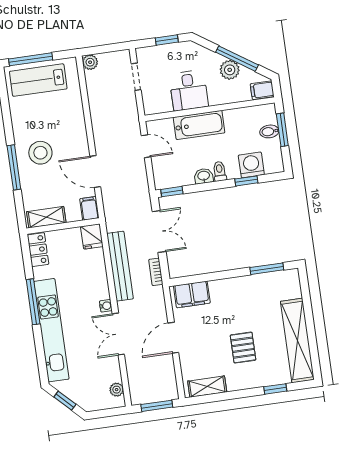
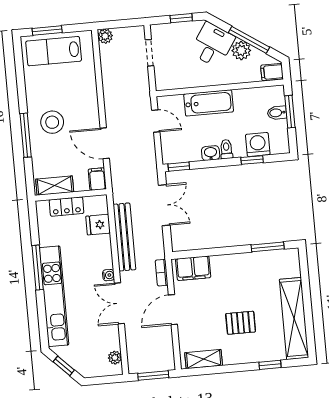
window: (31, 59) -> (47, 30), width x0.69
desk: (189, 90) -> (212, 45), moved, turned -146
fridge: (92, 236) -> (98, 225), moved, turned 90
locker: (38, 250) -> (66, 207), moved, turned 90
bookcase: (156, 272) -> (162, 273), moved
pallet: (243, 348) -> (241, 323), turned 90

